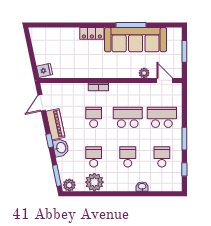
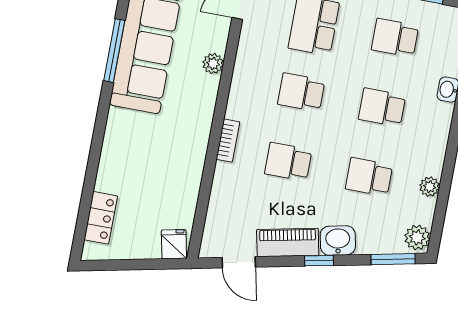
locker: (92, 33) -> (101, 218), moved
plant: (144, 73) -> (213, 64), moved
school desk: (128, 117) -> (301, 92), width x0.54
plant: (94, 182) -> (430, 187), width x0.53, depth x0.53

